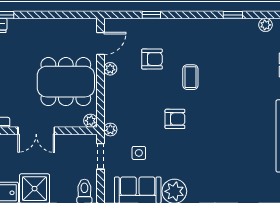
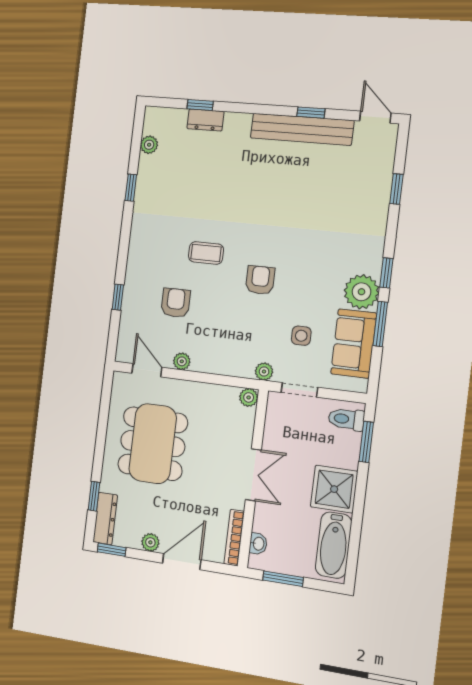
dining table: (66, 82) -> (153, 444), moved

